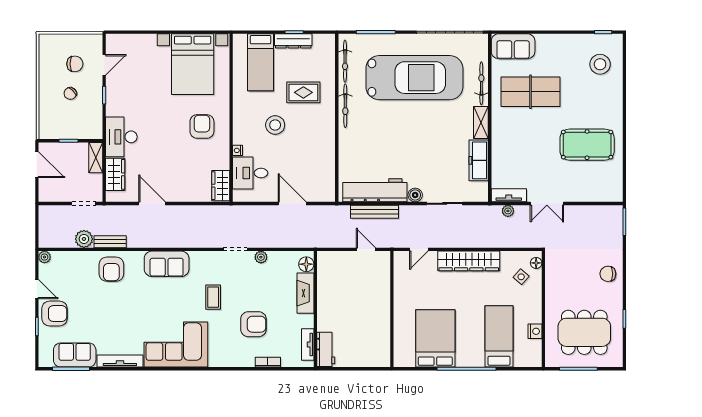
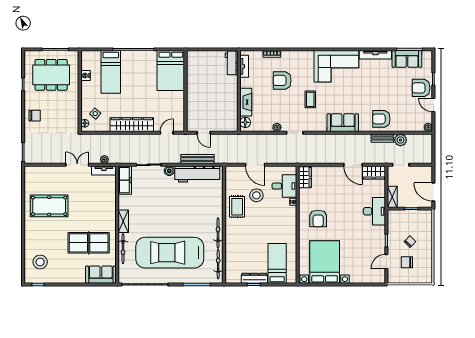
rug: (303, 92) -> (237, 207), moved, turned 90
stool: (275, 125) -> (256, 195), moved
freezer: (479, 160) -> (125, 180), moved
wardrobe: (115, 174) -> (374, 172), moved, turned -90
armchair: (111, 269) -> (381, 119), turned -90
bed: (435, 338) -> (171, 71), moved

